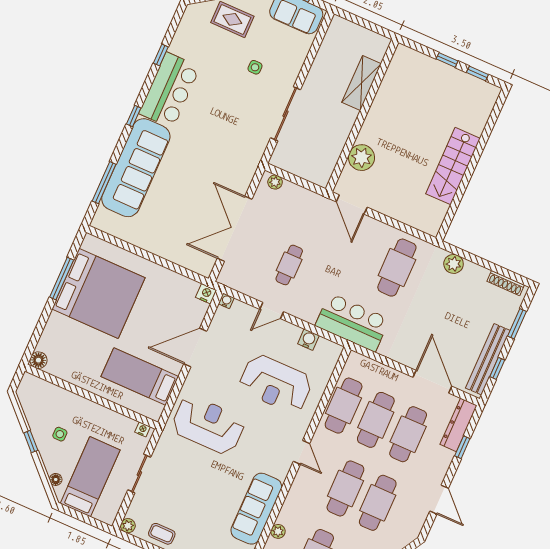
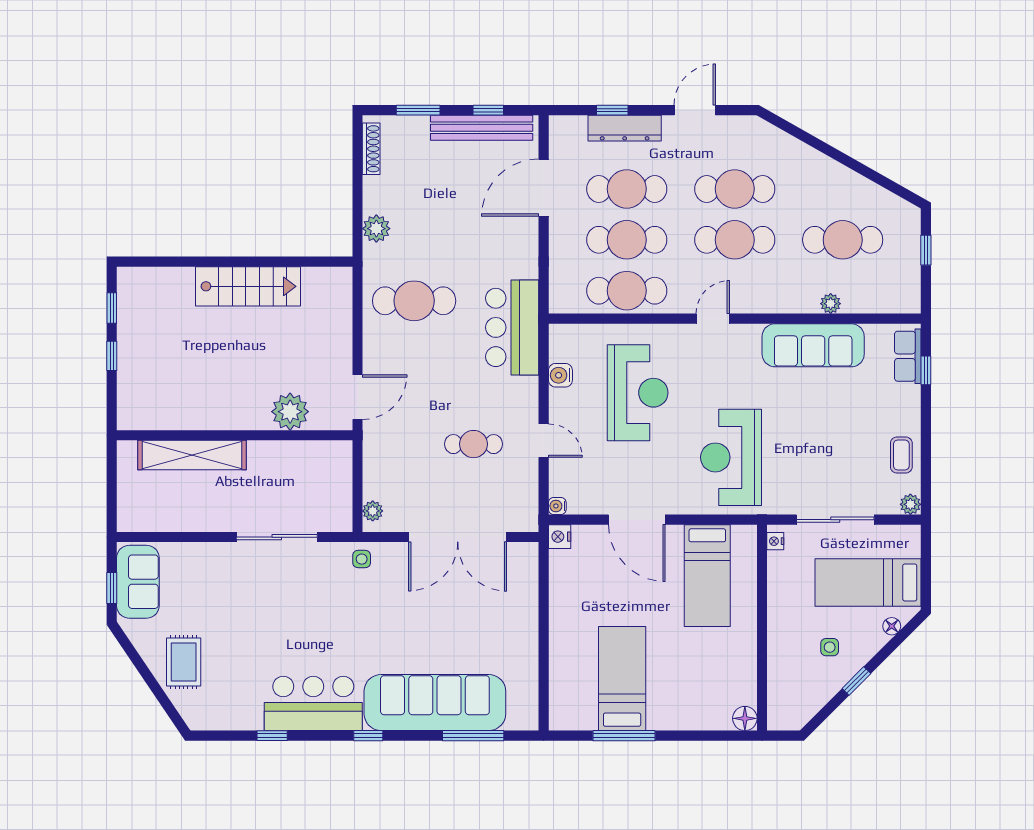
side table: (255, 67) -> (362, 559), moved
shelving: (362, 83) -> (192, 455), width x1.47
bed: (98, 293) -> (622, 678), width x0.49
dresser: (459, 425) -> (625, 128), moved
sliding door: (139, 474) -> (835, 520), width x1.37

